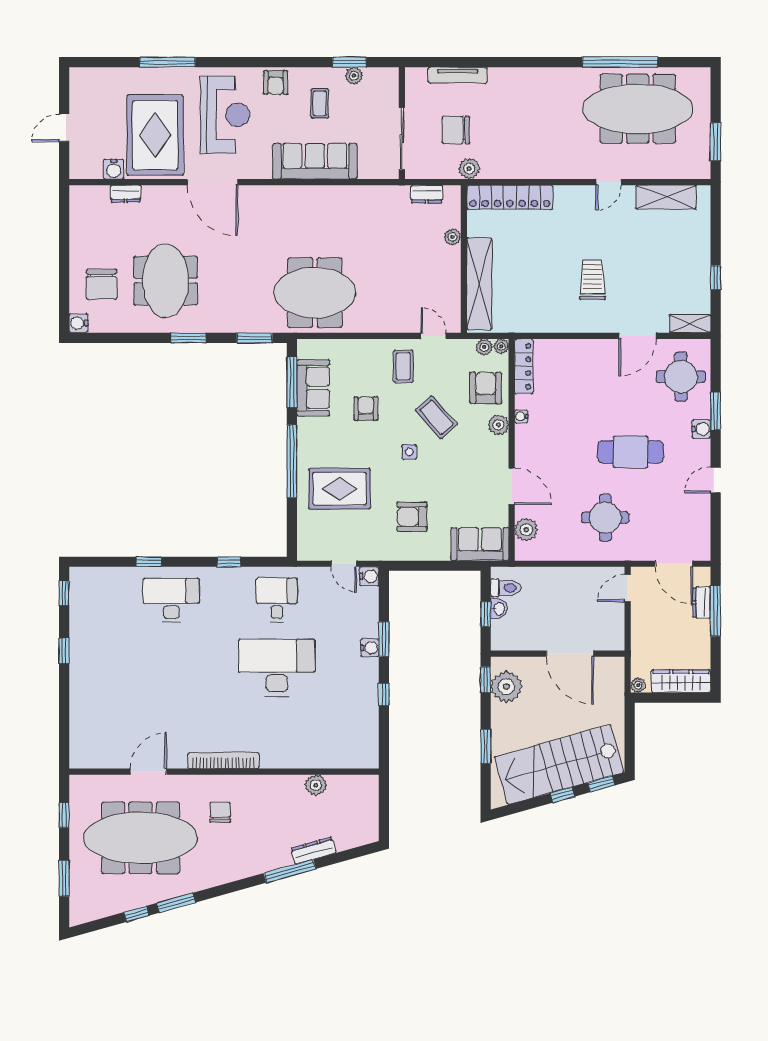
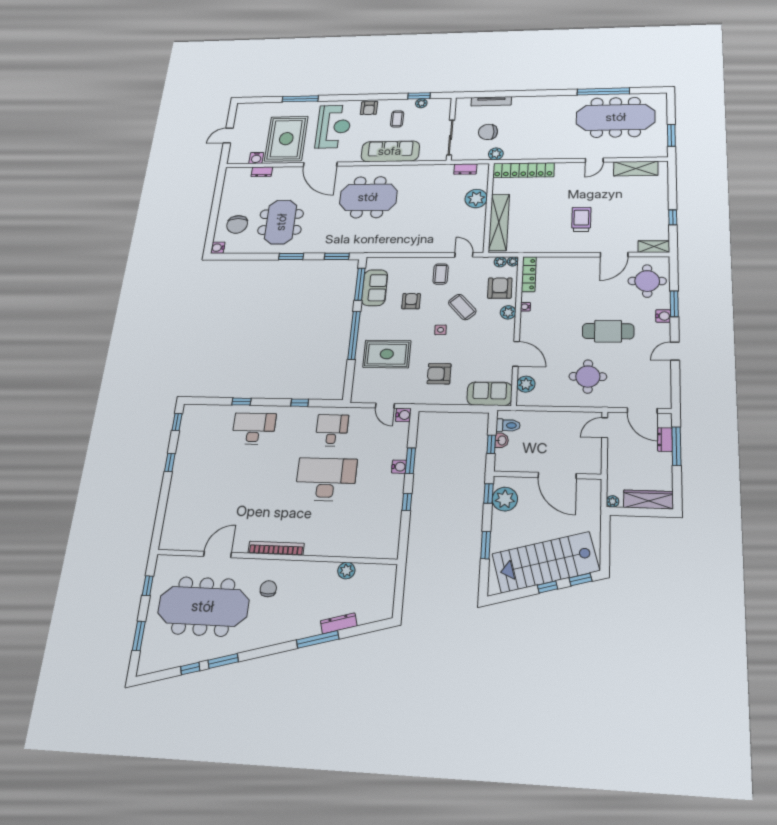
plant: (452, 237) -> (476, 199), width x1.87, depth x1.87
meeting table: (315, 293) -> (368, 197), moved

